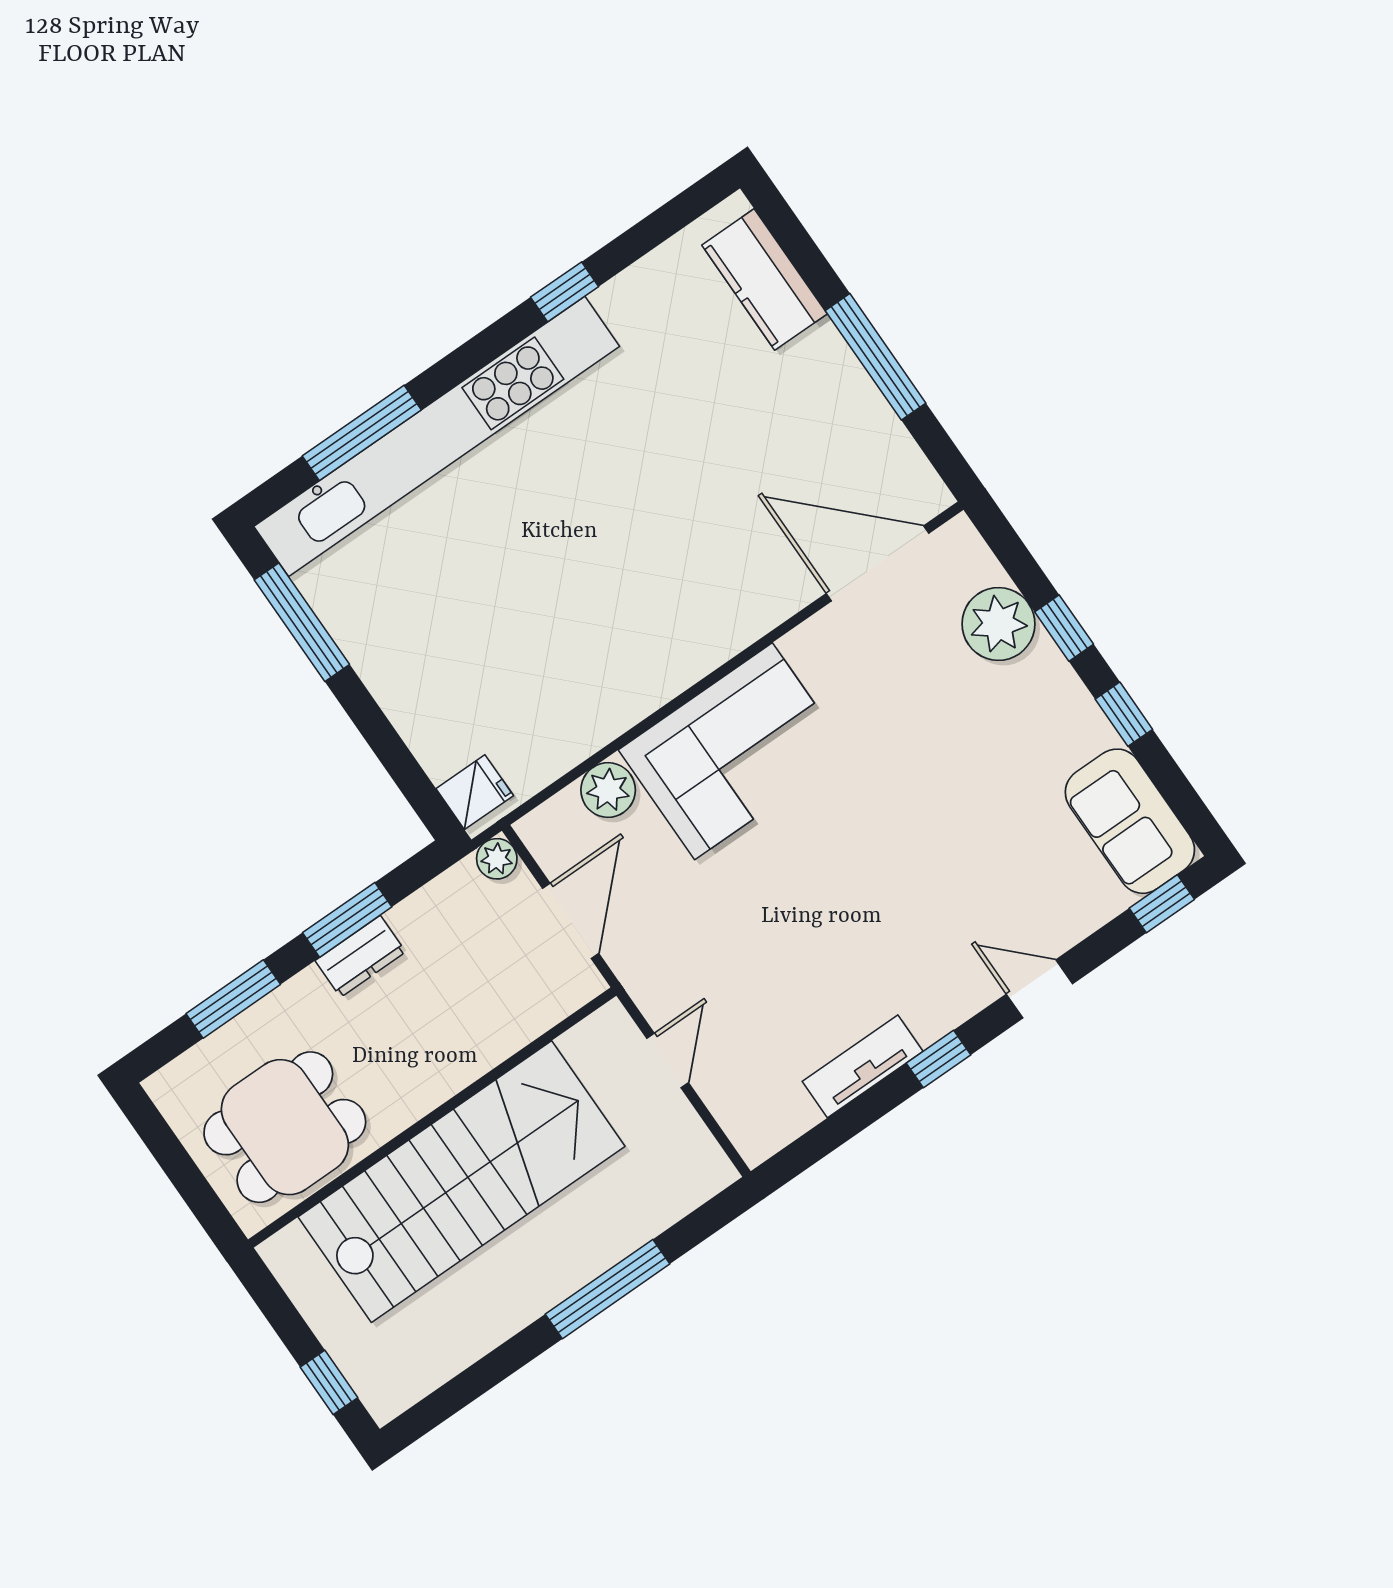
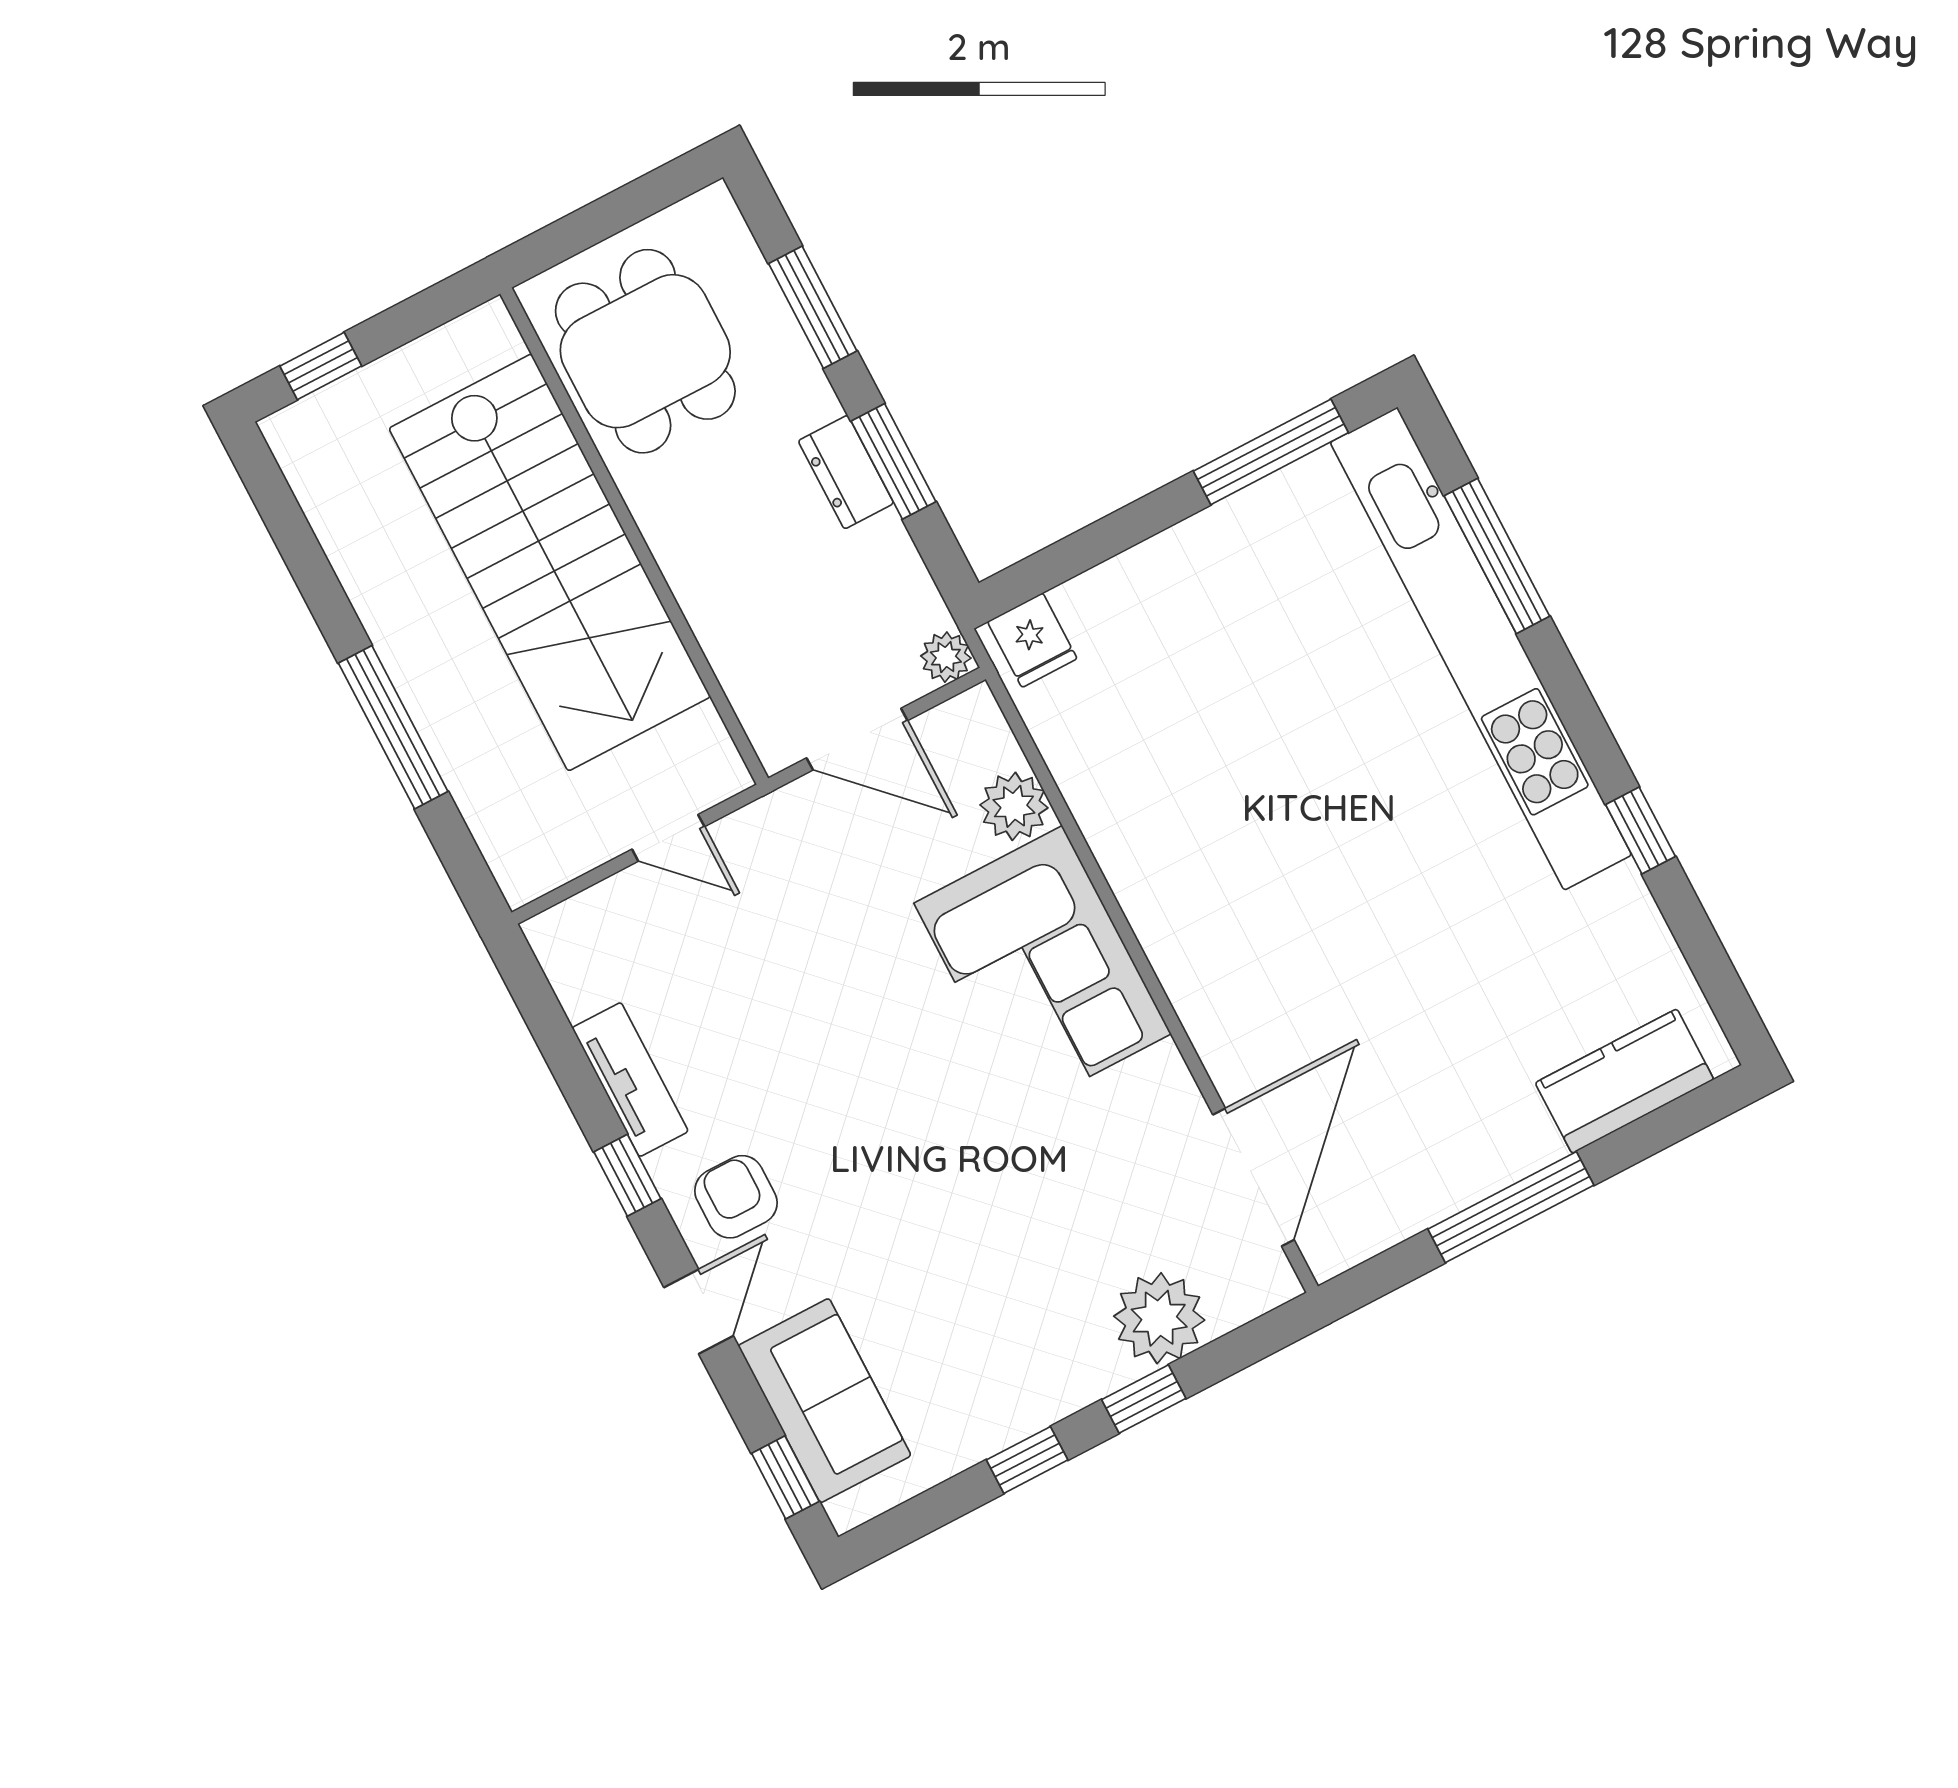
sofa: (1130, 821) -> (825, 1401), moved, turned 90
armchair: (945, 971) -> (736, 1197), added

